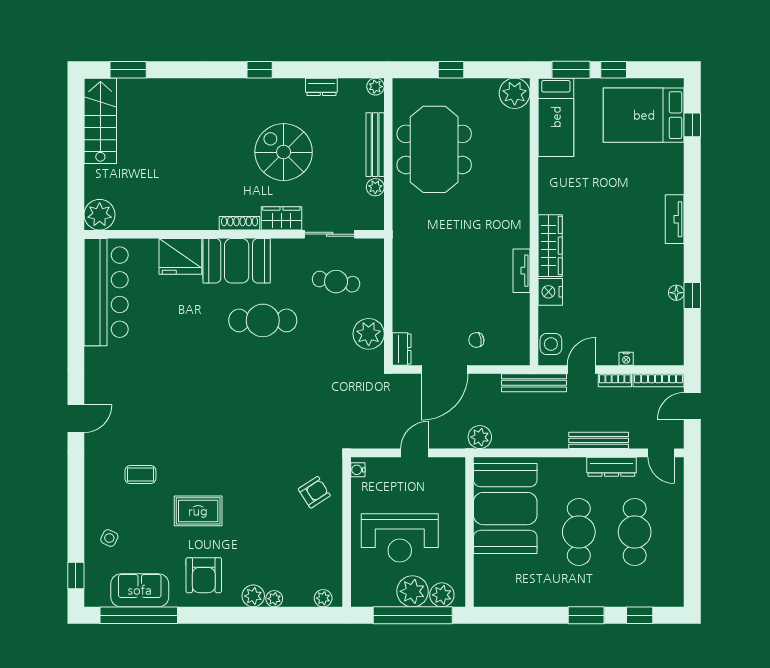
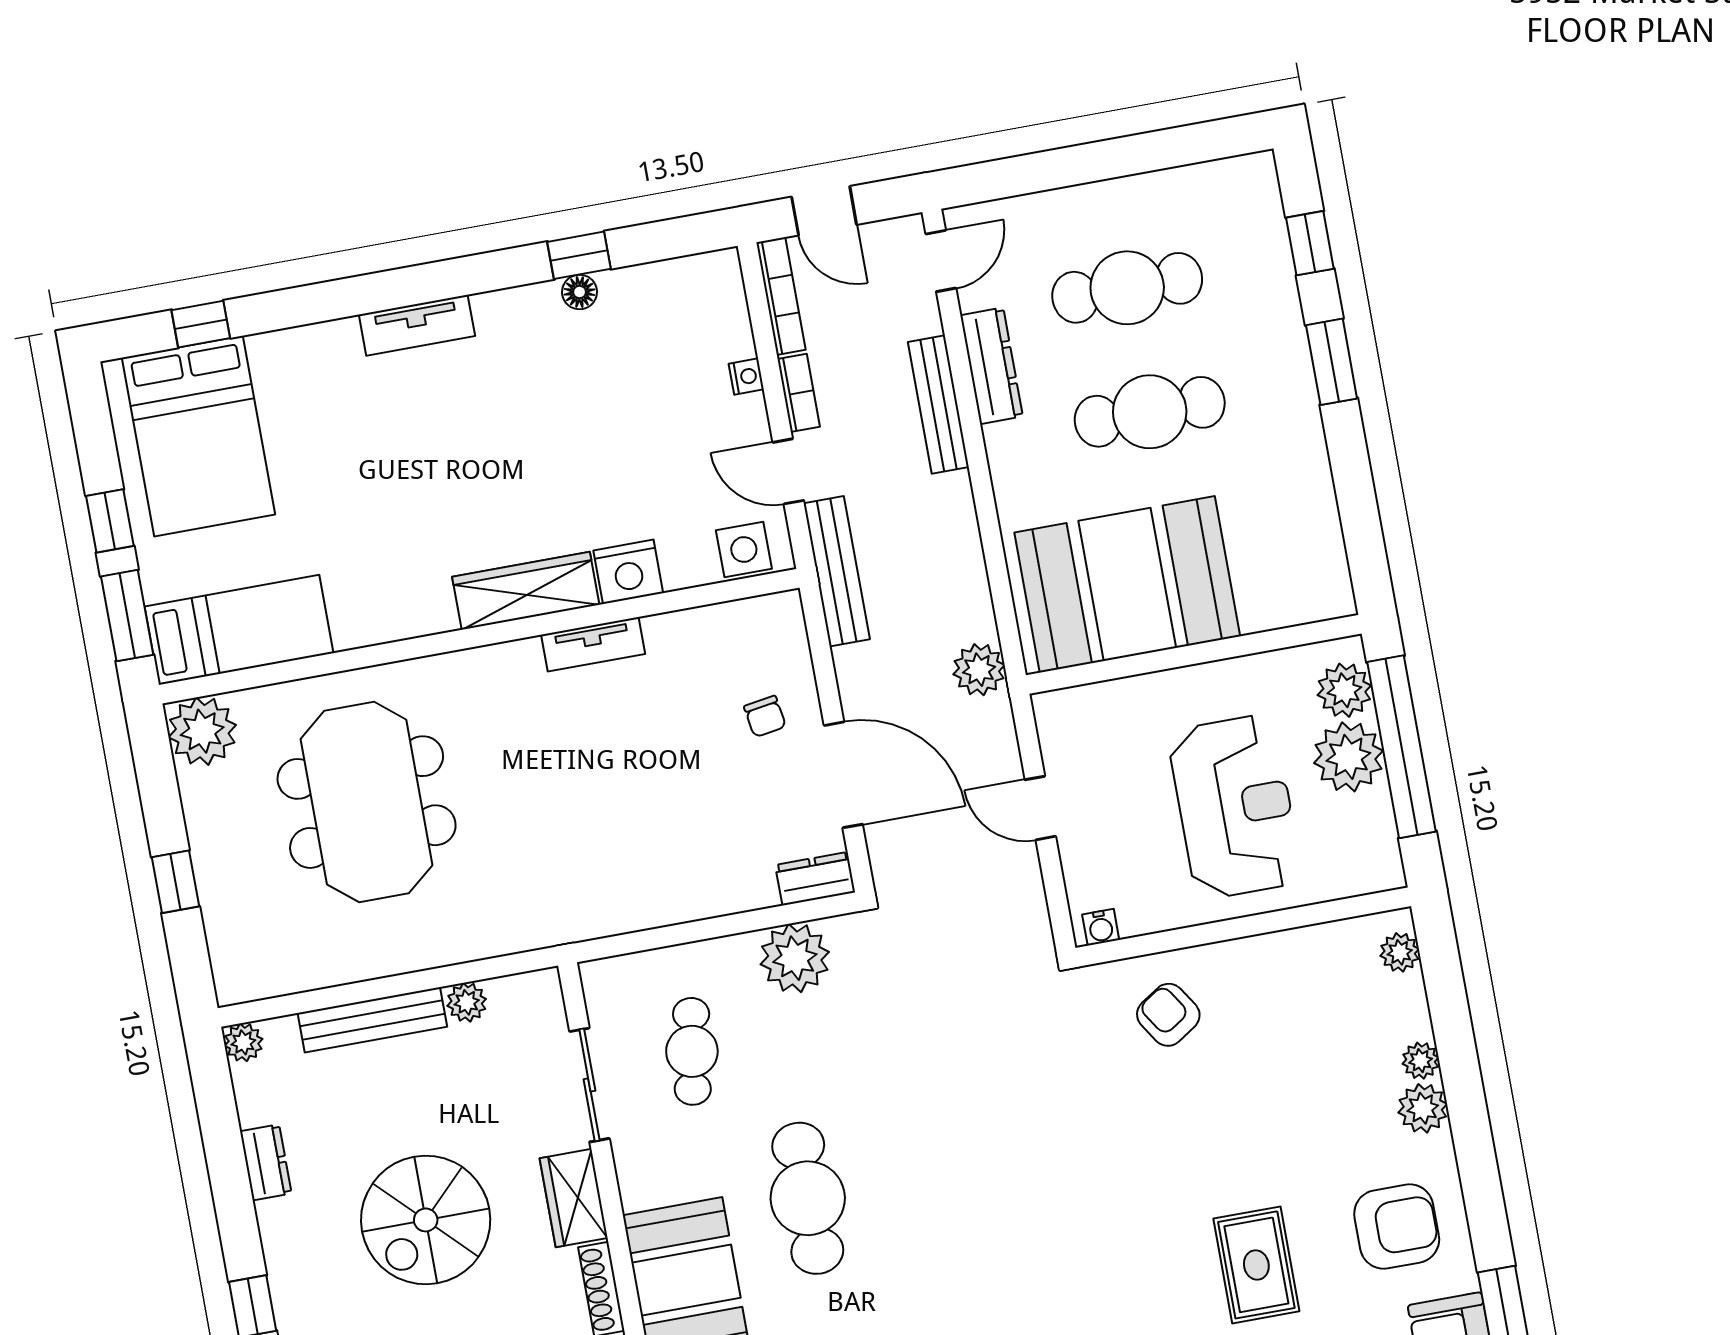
meeting table: (434, 149) -> (367, 802), moved, turned 90

